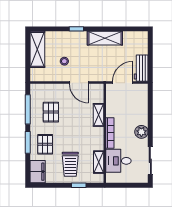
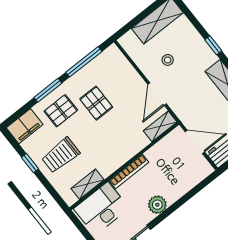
pallet: (51, 112) -> (96, 103), moved, turned 90
shelving: (98, 115) -> (160, 126), moved
desk: (119, 161) -> (101, 208), width x1.37
window: (79, 185) -> (30, 163), moved

